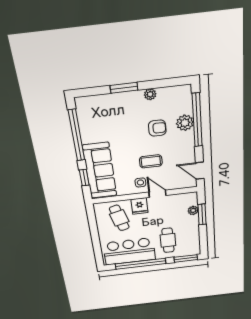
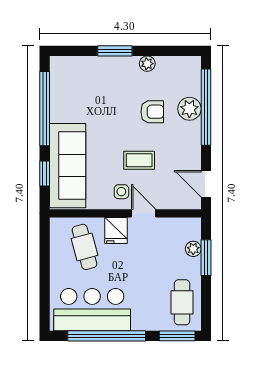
cafe table: (168, 240) -> (182, 302), moved

